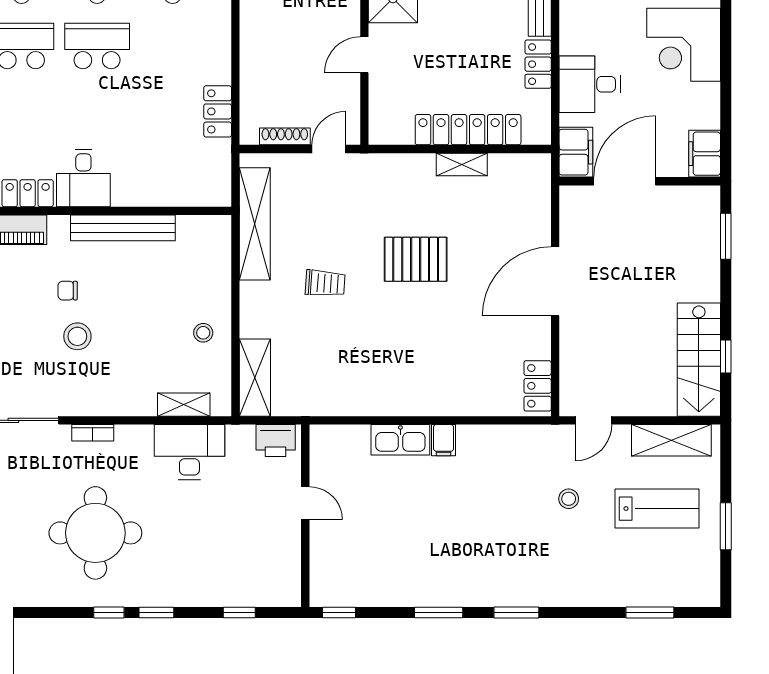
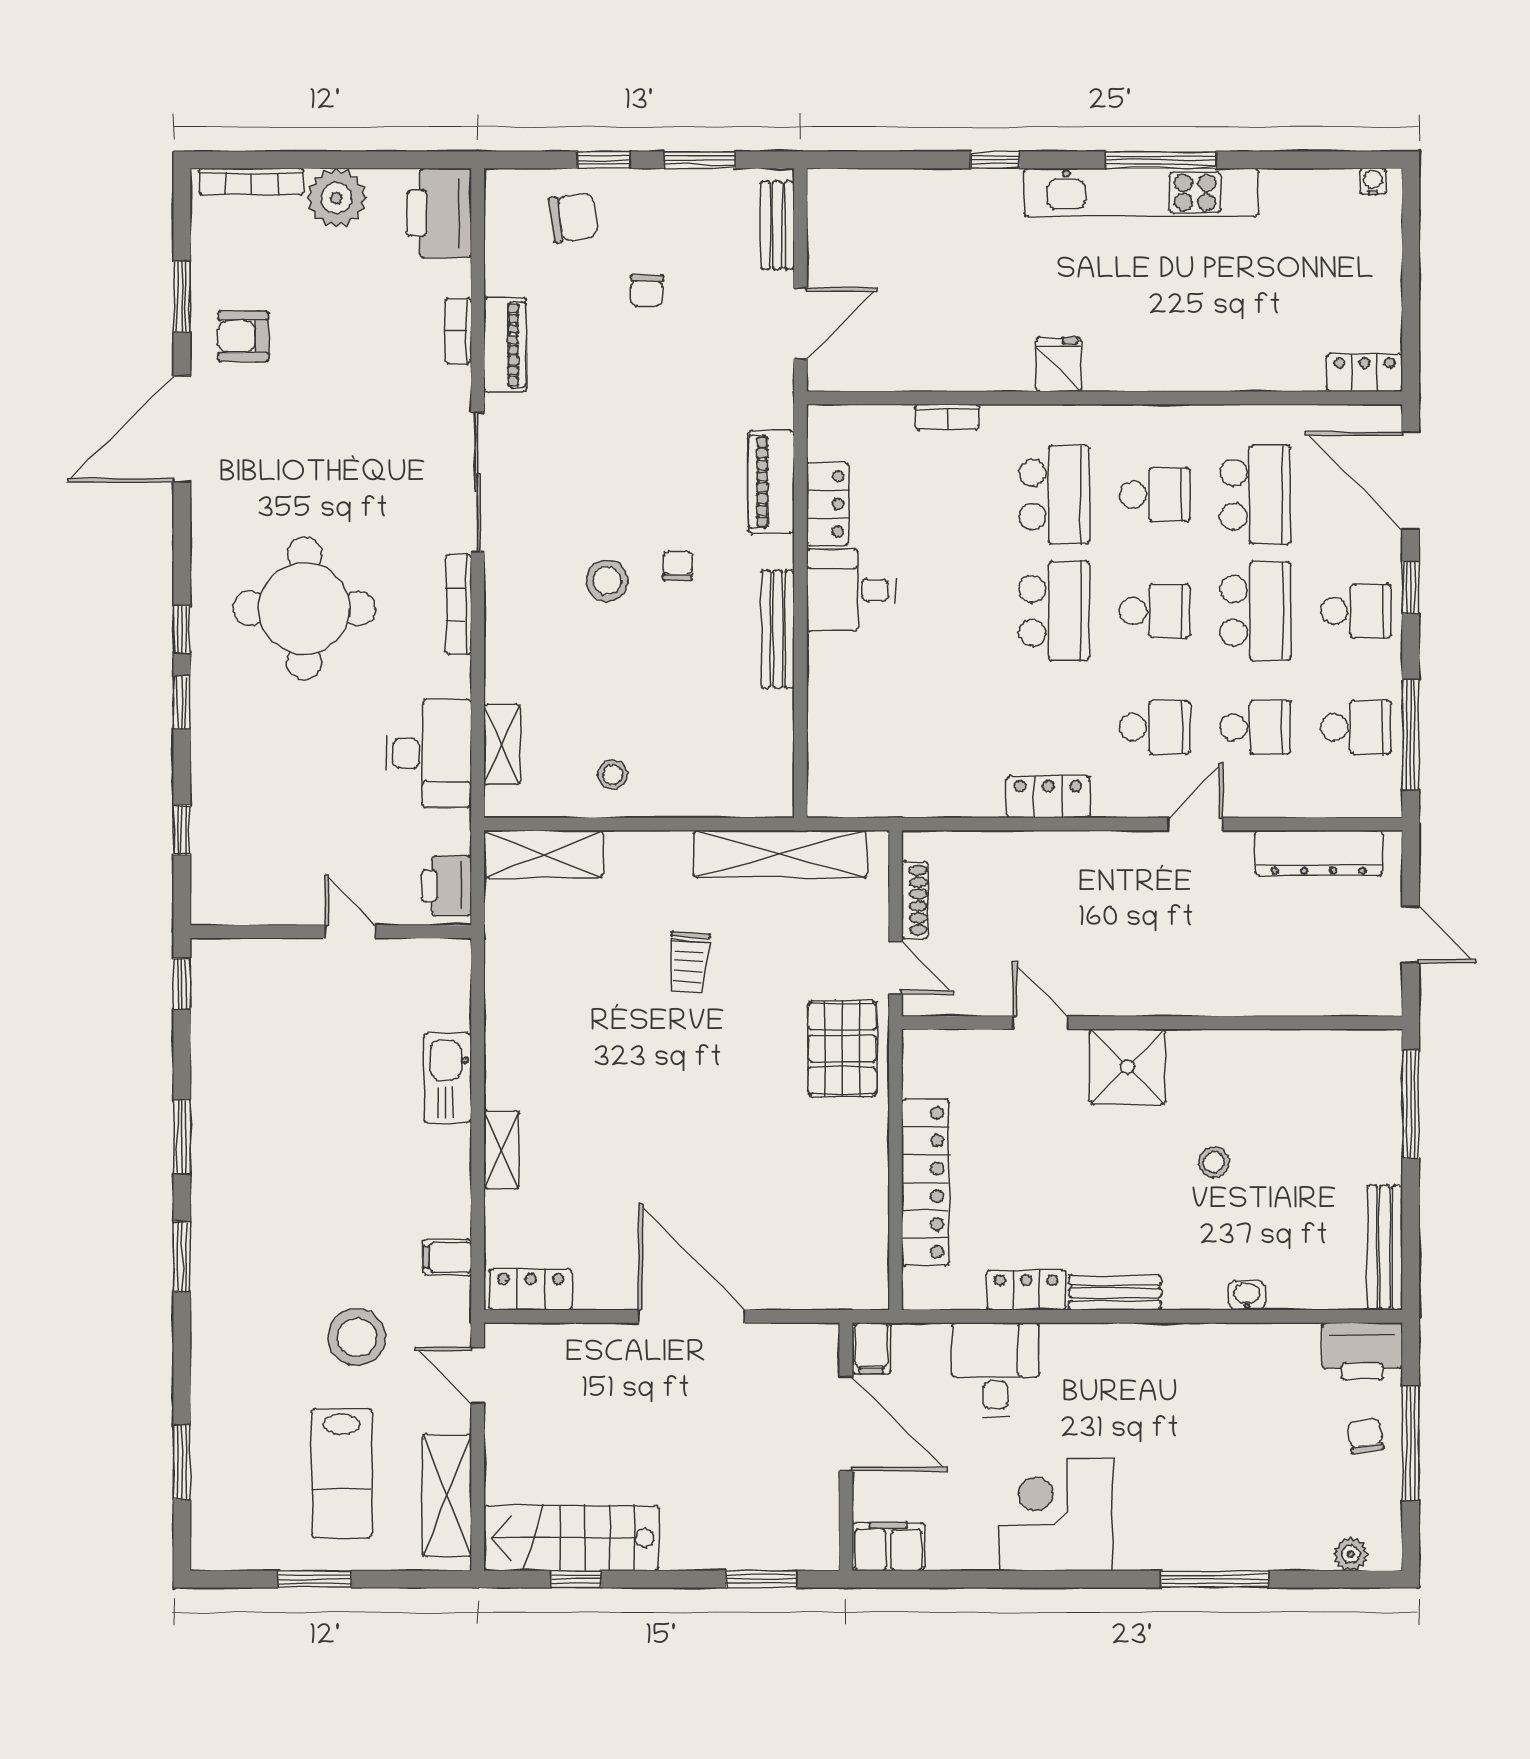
locker: (218, 111) -> (1048, 797), moved
filing cabinet: (576, 152) -> (871, 1348), width x0.50
shelving: (462, 164) -> (501, 1150), moved
bench: (123, 228) -> (778, 629), width x0.73, depth x0.82
pallet: (416, 259) -> (842, 1049), moved
bookcase: (93, 433) -> (459, 604), width x1.56
filing cabinet: (444, 440) -> (447, 1257), moved
stool: (569, 499) -> (357, 1337), width x1.89, depth x1.89
door: (305, 503) -> (350, 932), swing flipped

